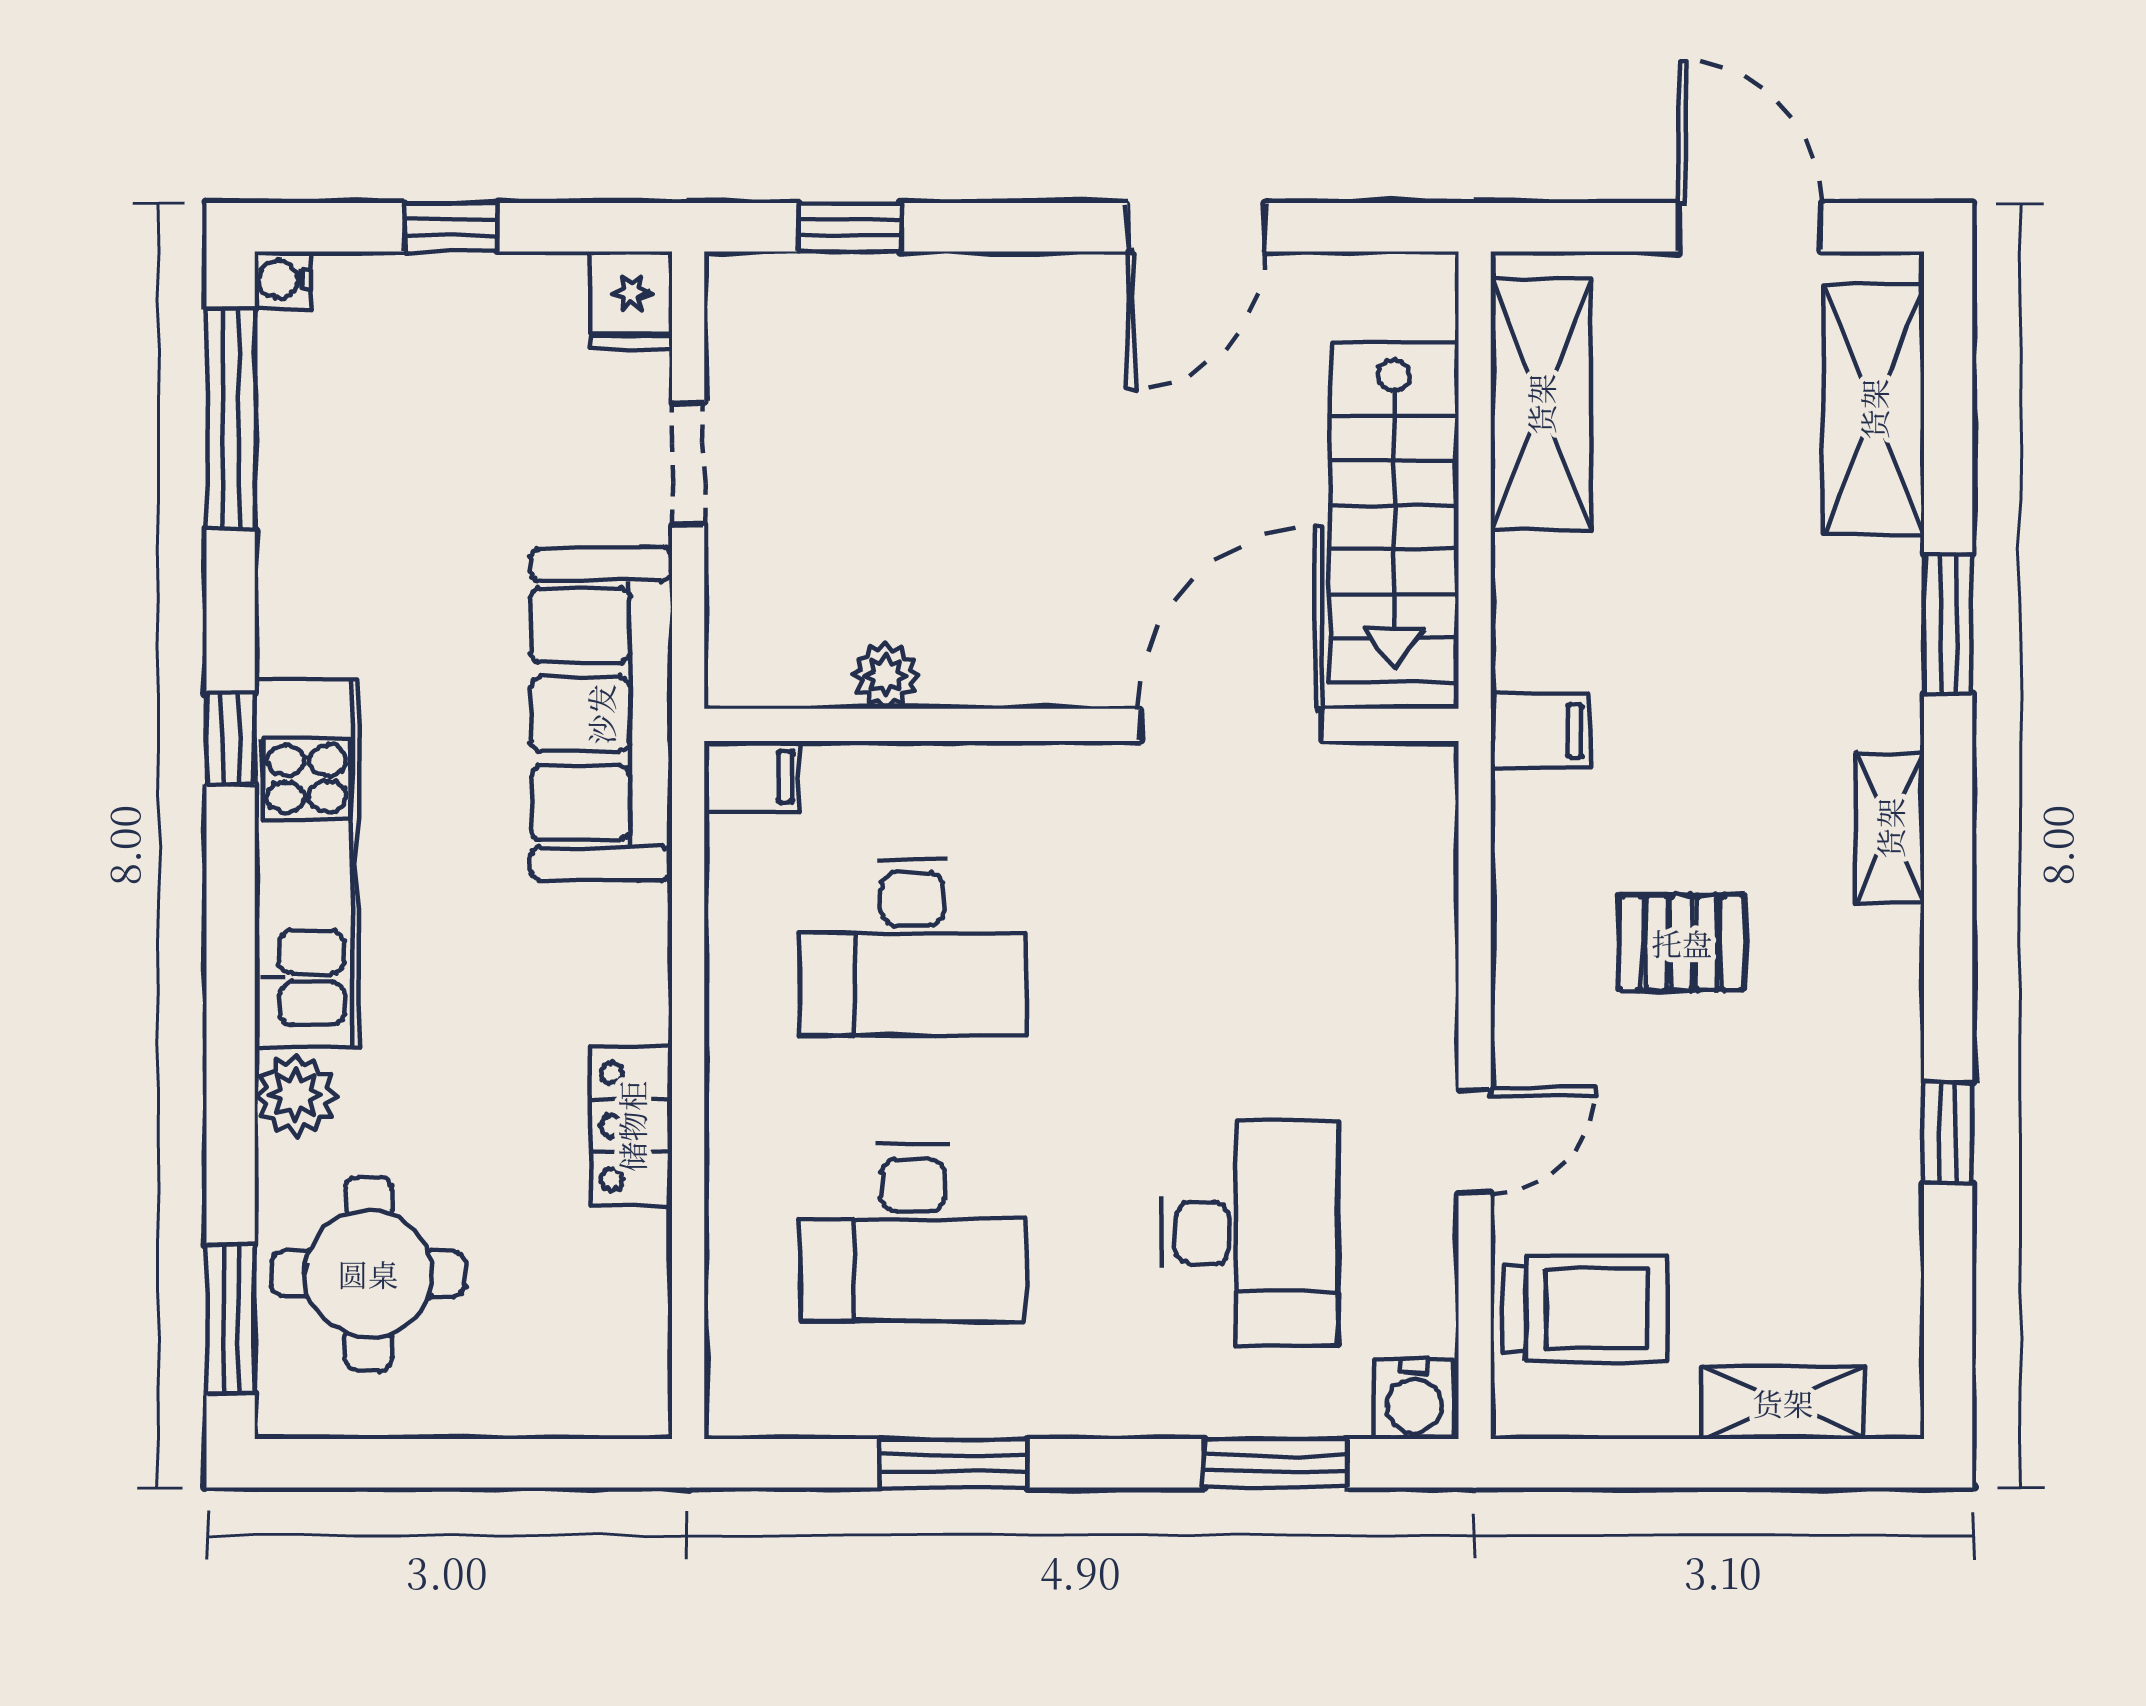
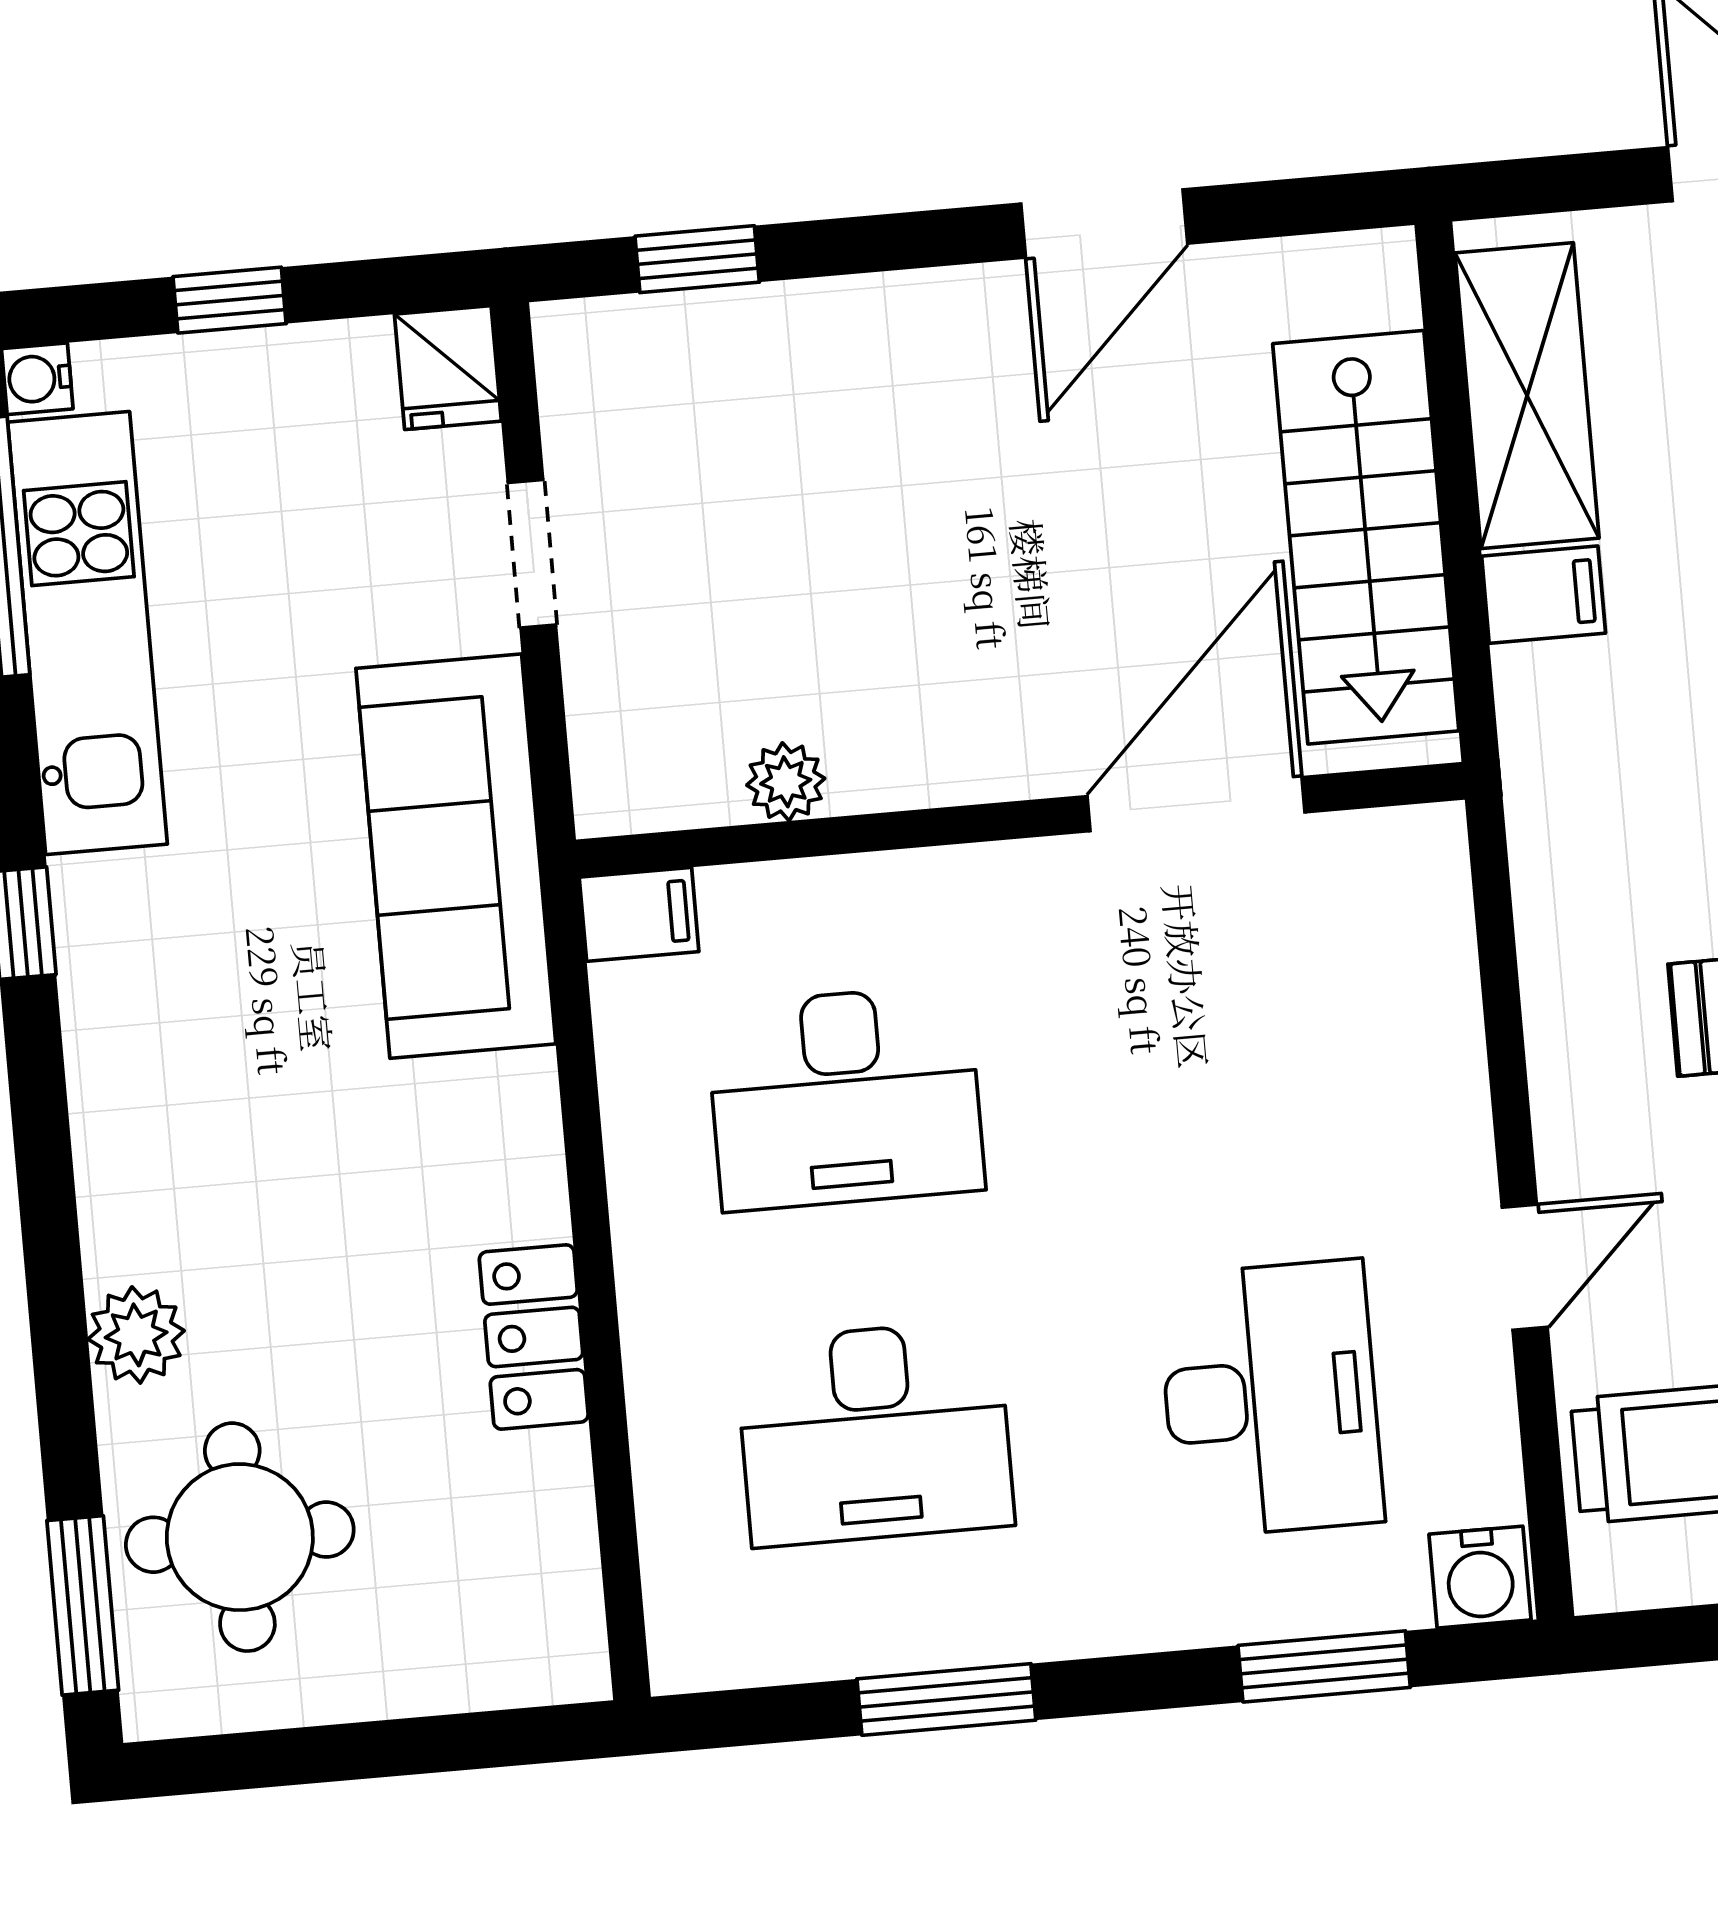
filing cabinet: (1540, 731) -> (1544, 595), moved
kitchen unit: (307, 863) -> (88, 633), moved

